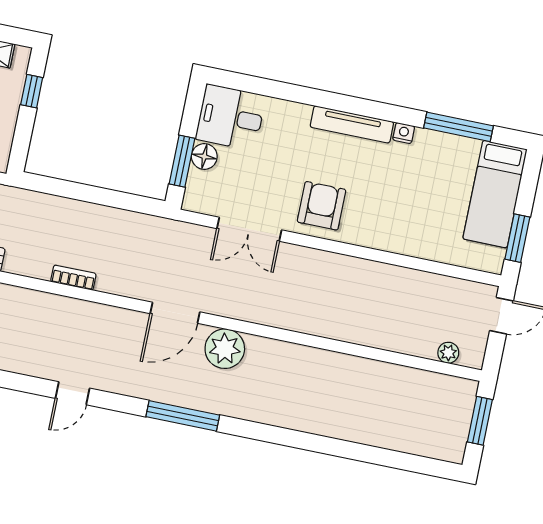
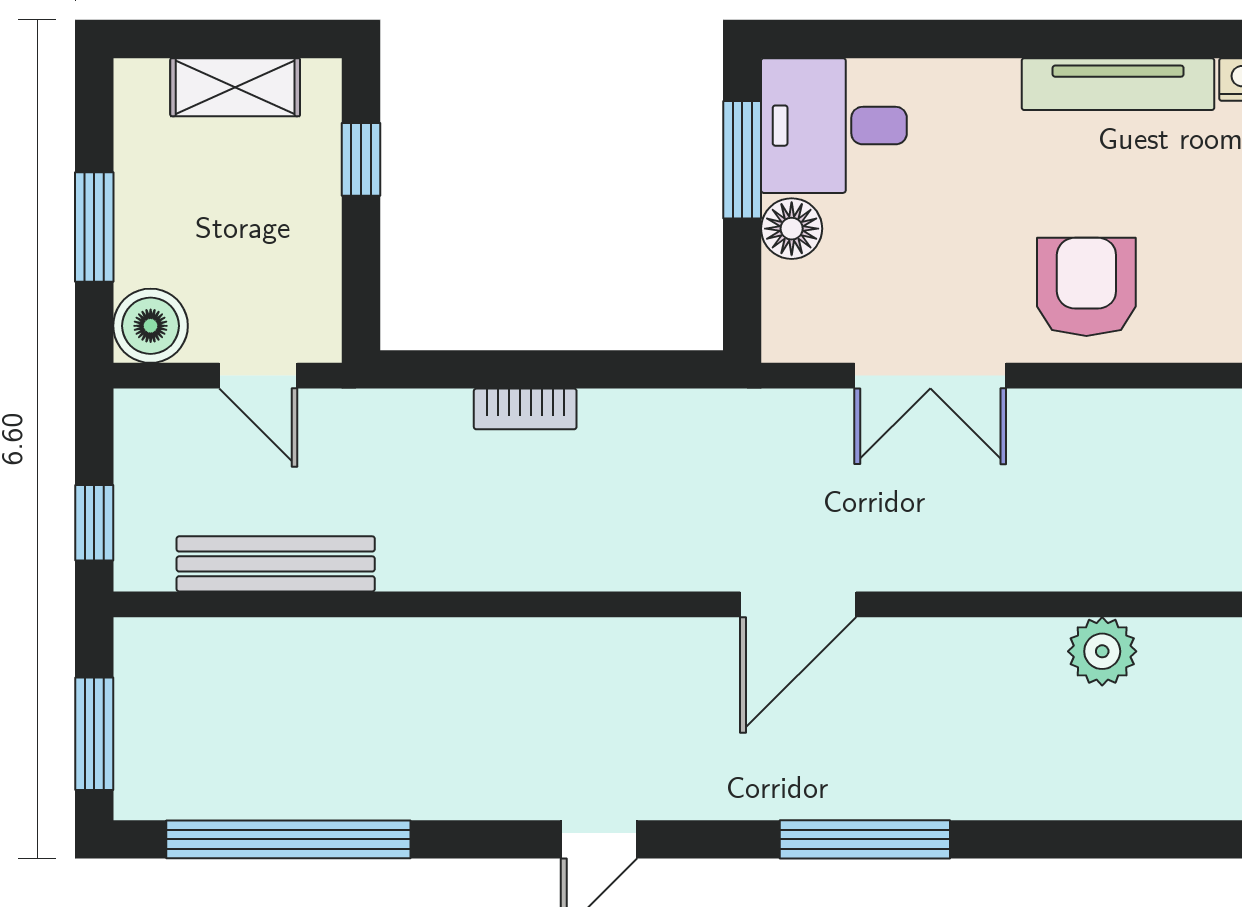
window: (182, 161) -> (742, 160), moved
bookcase: (73, 278) -> (525, 409), moved, turned 180
plant: (225, 349) -> (1102, 651), moved, width x0.73, depth x0.73

